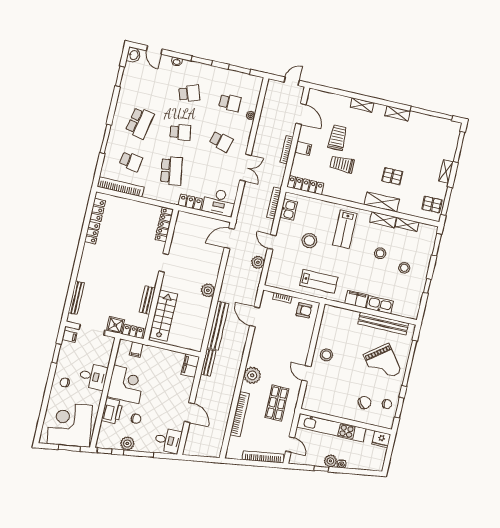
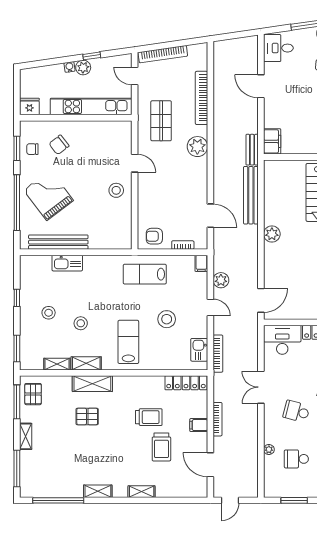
pallet: (432, 205) -> (33, 394), turned 90
filing cabinet: (357, 299) -> (201, 263), moved, width x0.50

